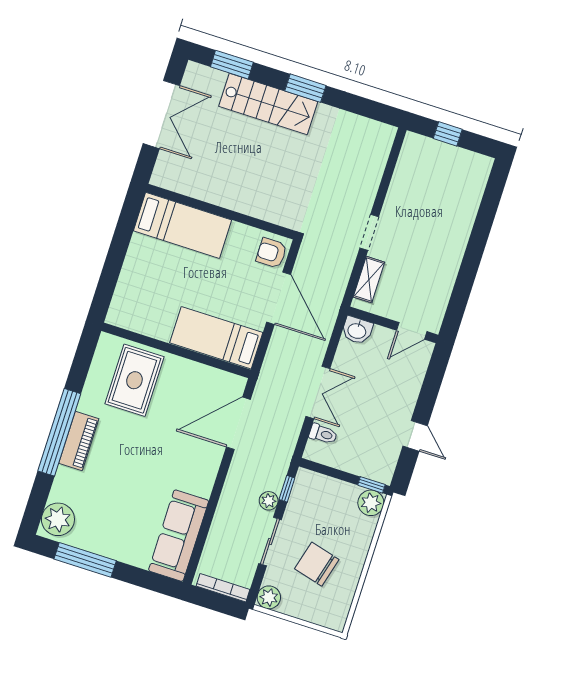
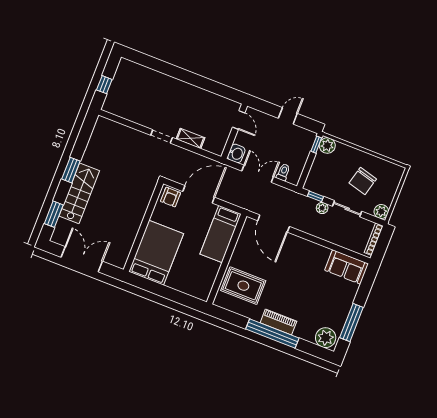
bed: (182, 225) -> (156, 253), width x1.50
wall: (393, 325) -> (234, 131), moved
washbasin: (357, 330) -> (236, 153), moved
door: (412, 331) -> (239, 120), moved
sofa: (179, 536) -> (347, 267), width x0.73

